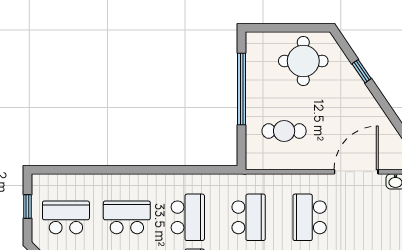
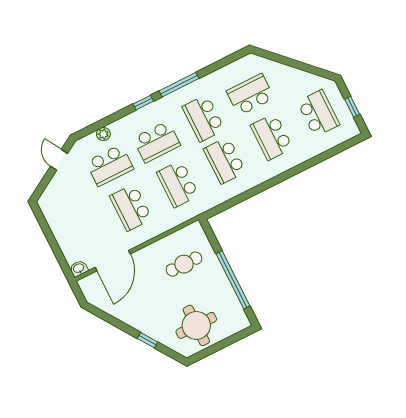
school desk: (66, 217) -> (318, 113), turned -90
school desk: (127, 217) -> (272, 137), turned 90
school desk: (310, 217) -> (131, 208), turned 180

